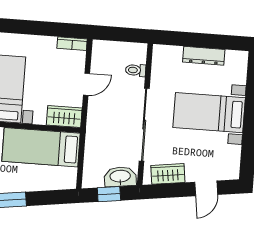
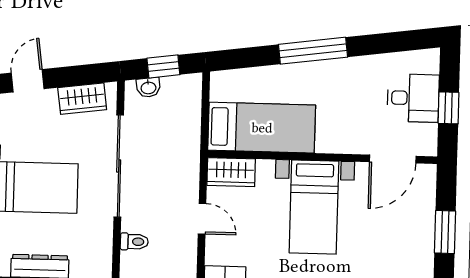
door: (87, 84) -> (202, 219), swing flipped
washbasin: (120, 177) -> (148, 87), width x0.52, depth x0.69

